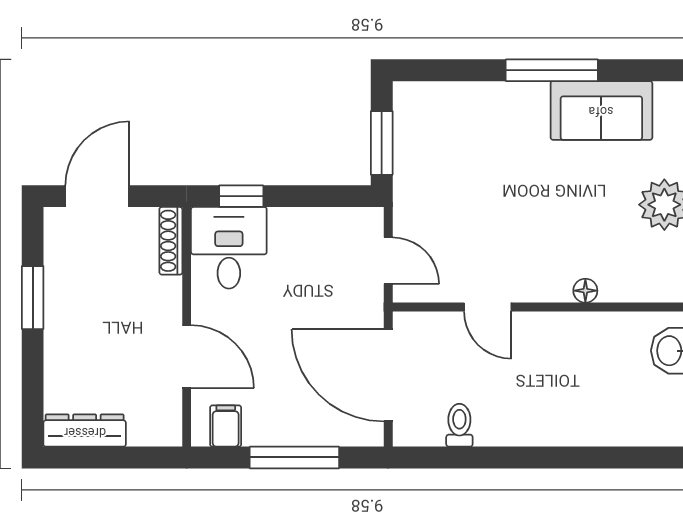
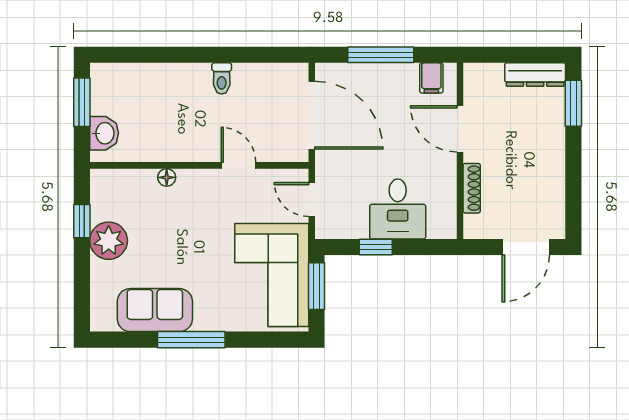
corner sofa: (443, 158) -> (272, 275), added
window: (241, 196) -> (376, 247), moved
shoe rack: (171, 241) -> (472, 188), moved
desk: (229, 248) -> (398, 209), moved
window: (33, 298) -> (573, 103), moved
toilet: (459, 425) -> (222, 78), moved

